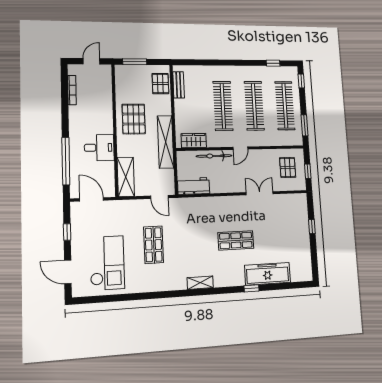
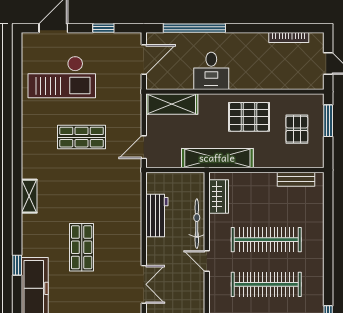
pallet: (160, 84) -> (297, 129), moved, turned 90
workbench: (194, 186) -> (157, 215), moved

